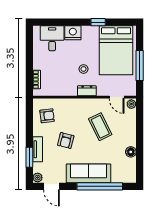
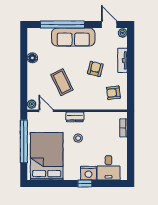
window: (98, 22) -> (85, 183), moved
window: (140, 66) -> (24, 141), width x1.46
window: (29, 157) -> (131, 53), removed

